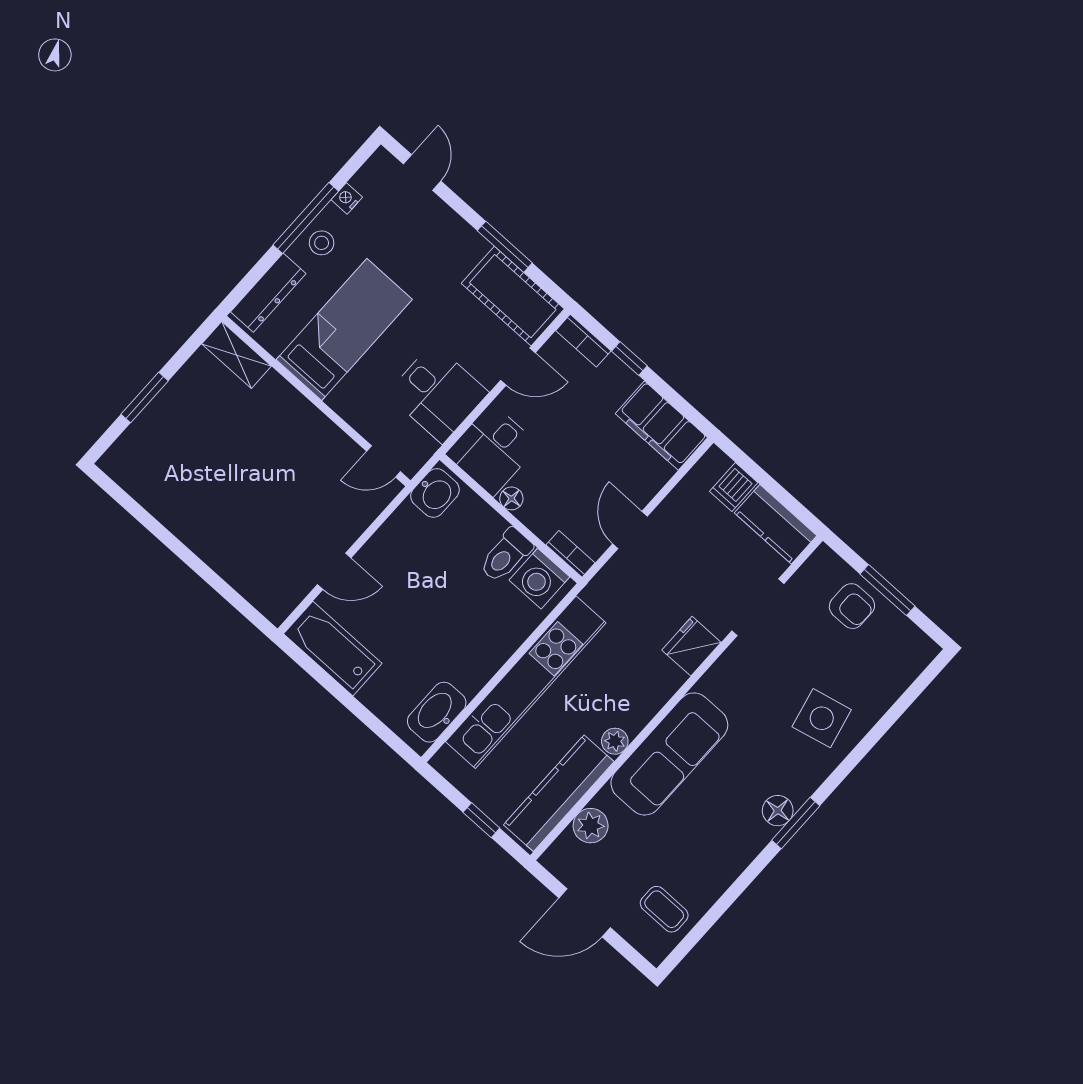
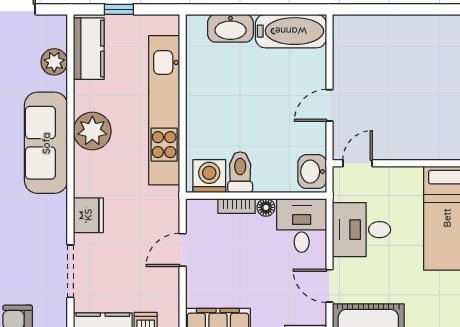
door: (518, 366) -> (330, 286), hinge flipped
door: (630, 530) -> (183, 250), swing flipped
bookcase: (571, 554) -> (237, 206), moved
door: (334, 571) -> (330, 105), moved
washbasin: (437, 712) -> (230, 28), moved, turned 90
plant: (615, 741) -> (92, 131), width x1.88, depth x1.88
kitchen counter: (559, 793) -> (89, 49), width x0.67

